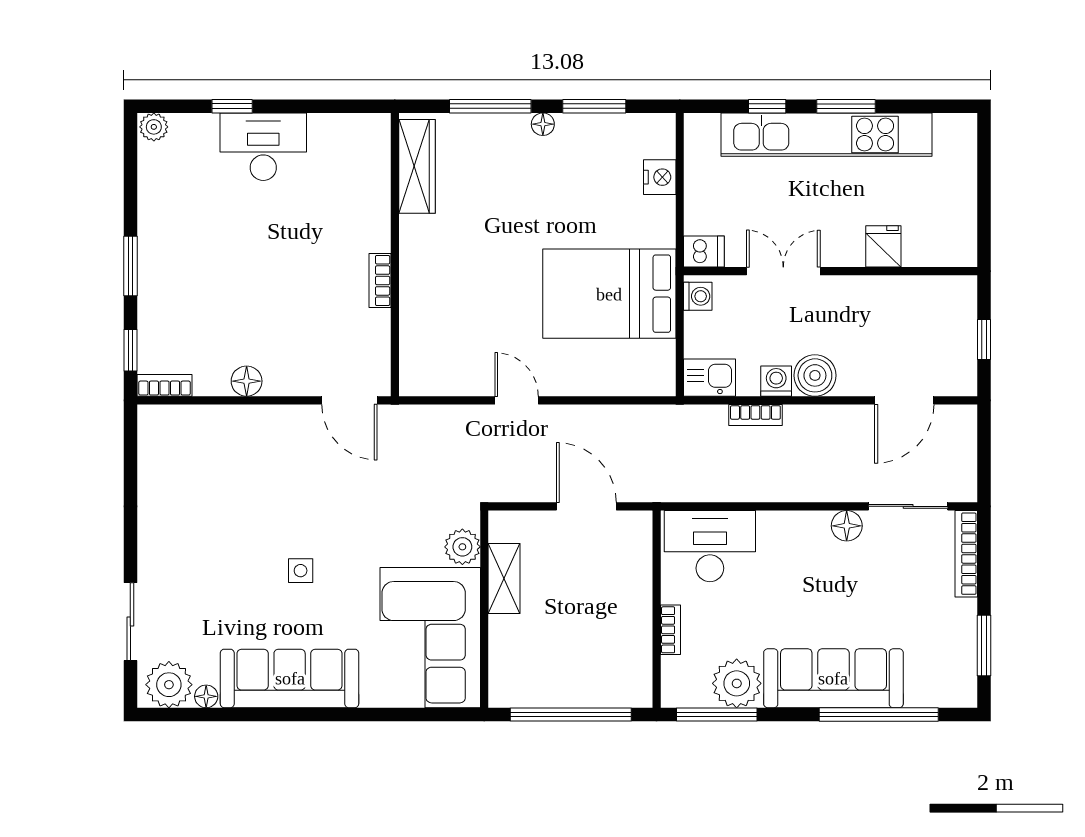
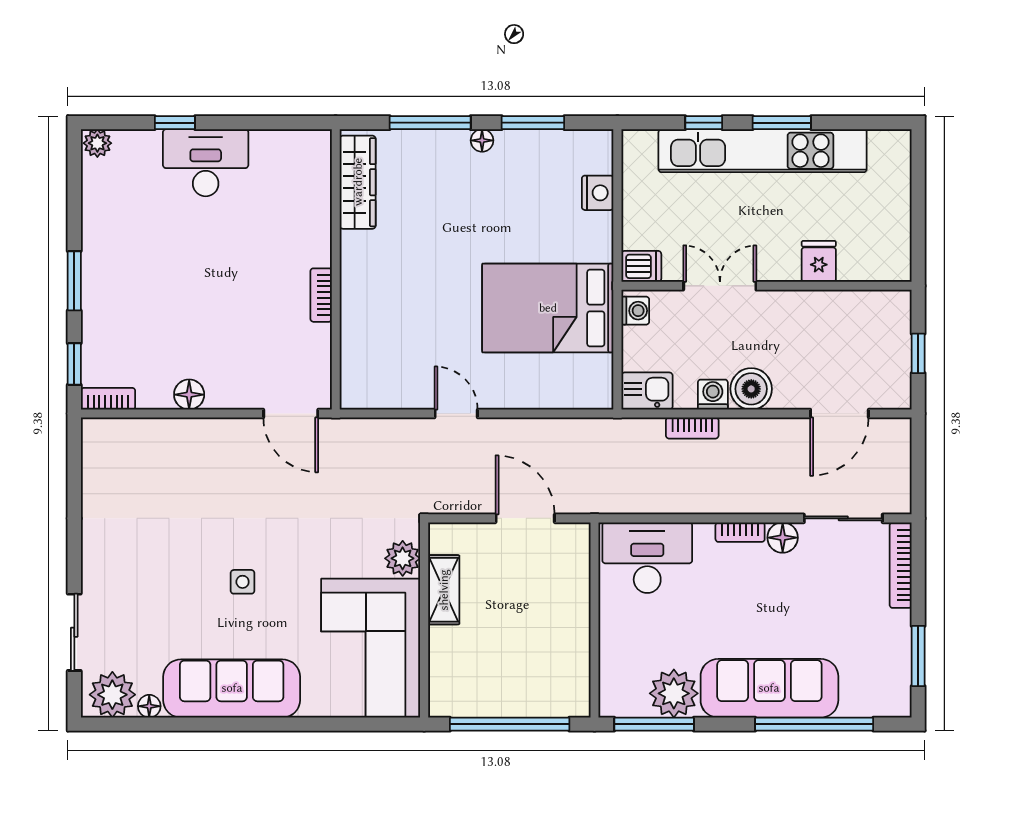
bookcase: (670, 630) -> (740, 532), moved, turned 90

